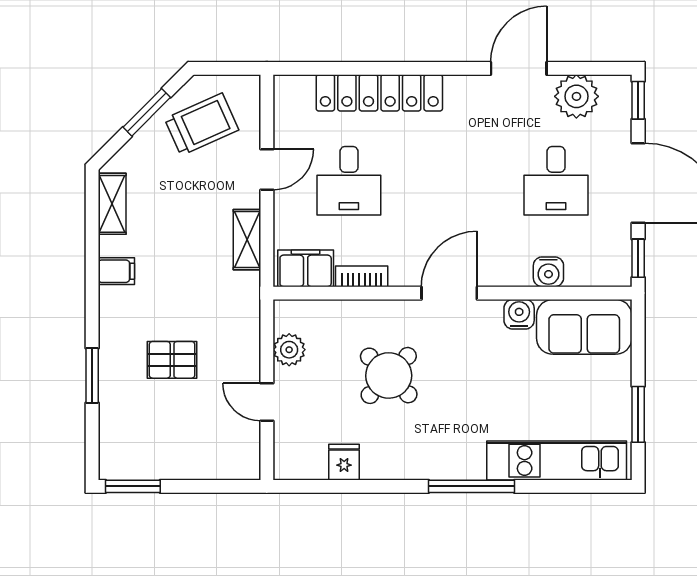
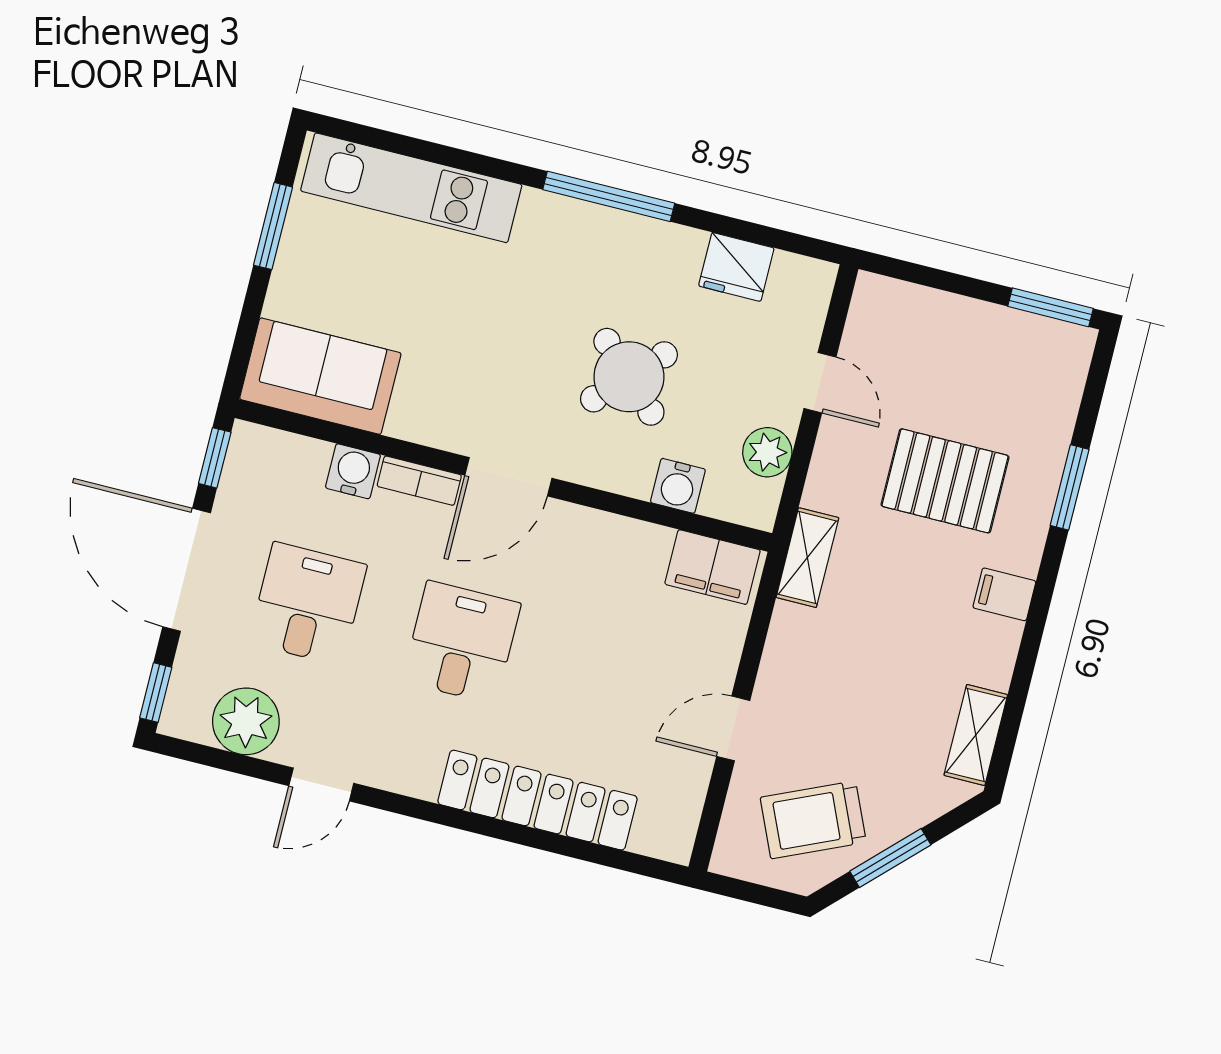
door: (519, 68) -> (321, 785), width x0.73
desk: (349, 181) -> (462, 642), moved
shelving: (247, 240) -> (807, 558), moved
filing cabinet: (116, 271) -> (1004, 594), moved
bookcase: (362, 276) -> (419, 481), moved
water cooler: (519, 314) -> (678, 486), moved
pallet: (172, 360) -> (945, 481), width x1.50, depth x1.42
fridge: (344, 462) -> (736, 267), width x1.38
window: (472, 486) -> (609, 196), moved

